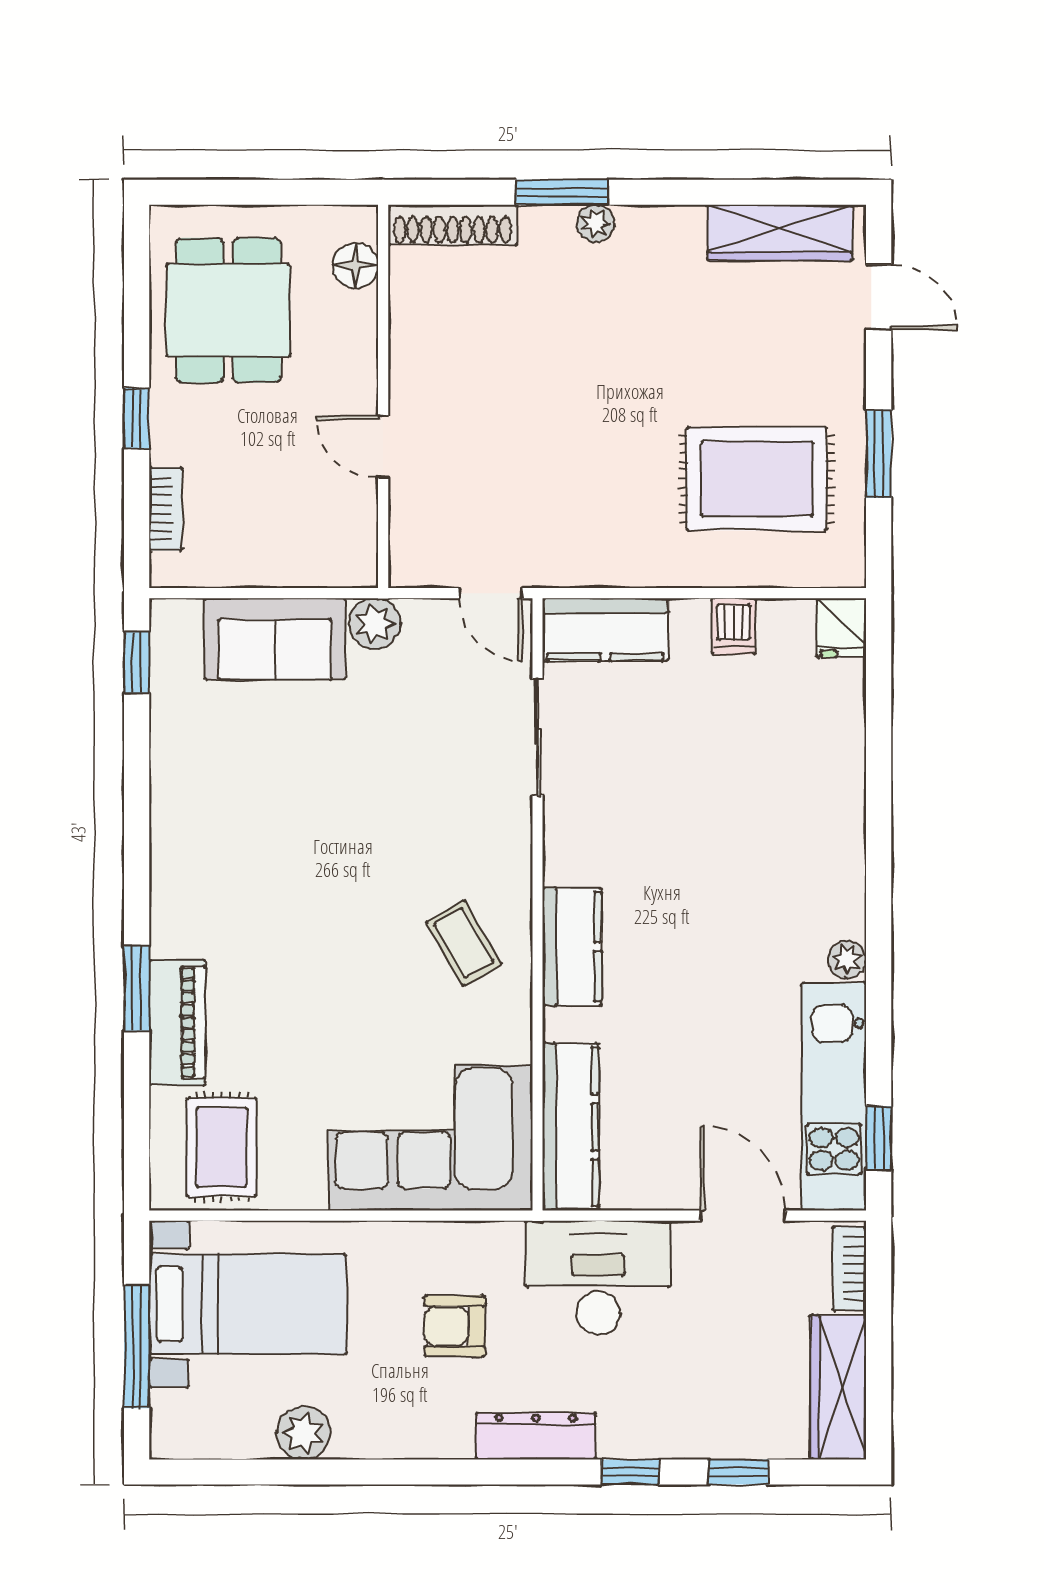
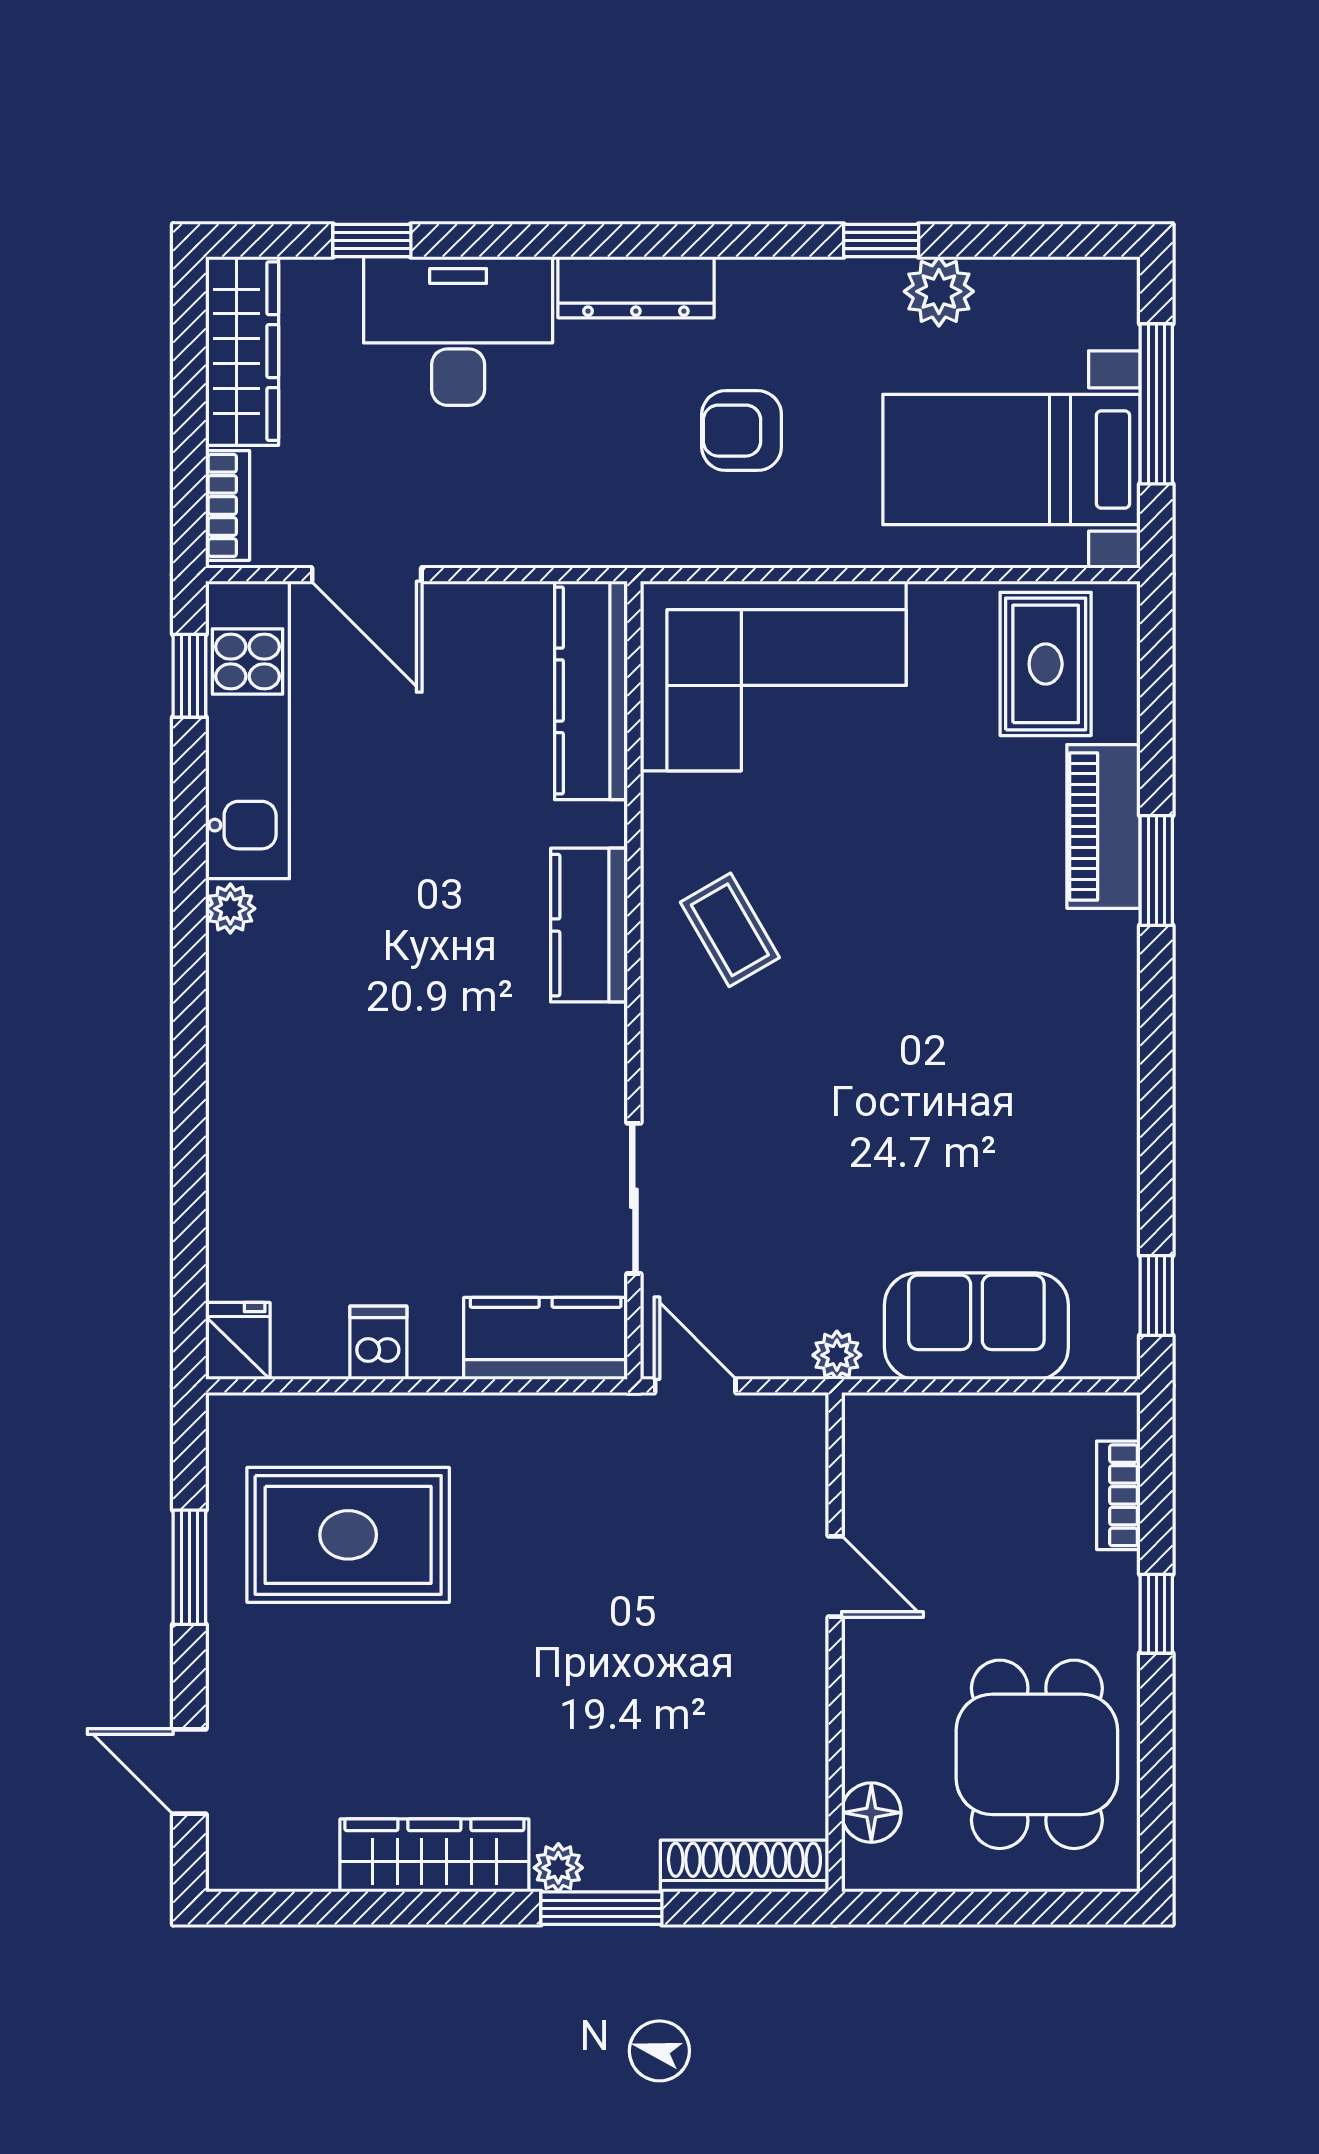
wardrobe: (780, 233) -> (434, 1855), moved
plant: (375, 624) -> (837, 1355), width x0.73, depth x0.73
desk: (598, 1278) -> (458, 331), moved, turned 180
armchair: (455, 1326) -> (742, 431), turned 180
window: (630, 1472) -> (881, 241), moved

